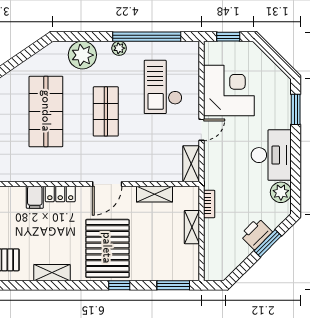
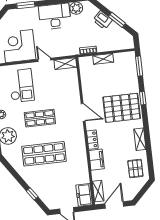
checkout: (163, 87) -> (21, 86), turned -90
shelving: (154, 194) -> (86, 83), removed
filing cabinet: (35, 197) -> (97, 160), width x2.00
window: (268, 243) -> (117, 20), moved

